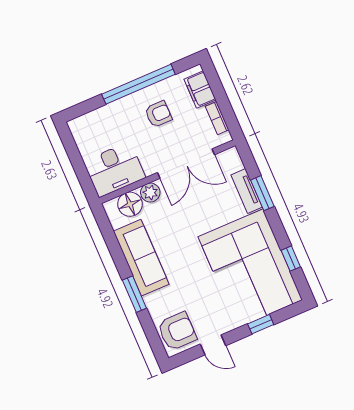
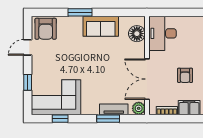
plant: (150, 193) -> (139, 108), moved
sofa: (141, 258) -> (101, 26), width x0.73
corner sofa: (250, 268) -> (56, 97), width x0.73, depth x0.74

